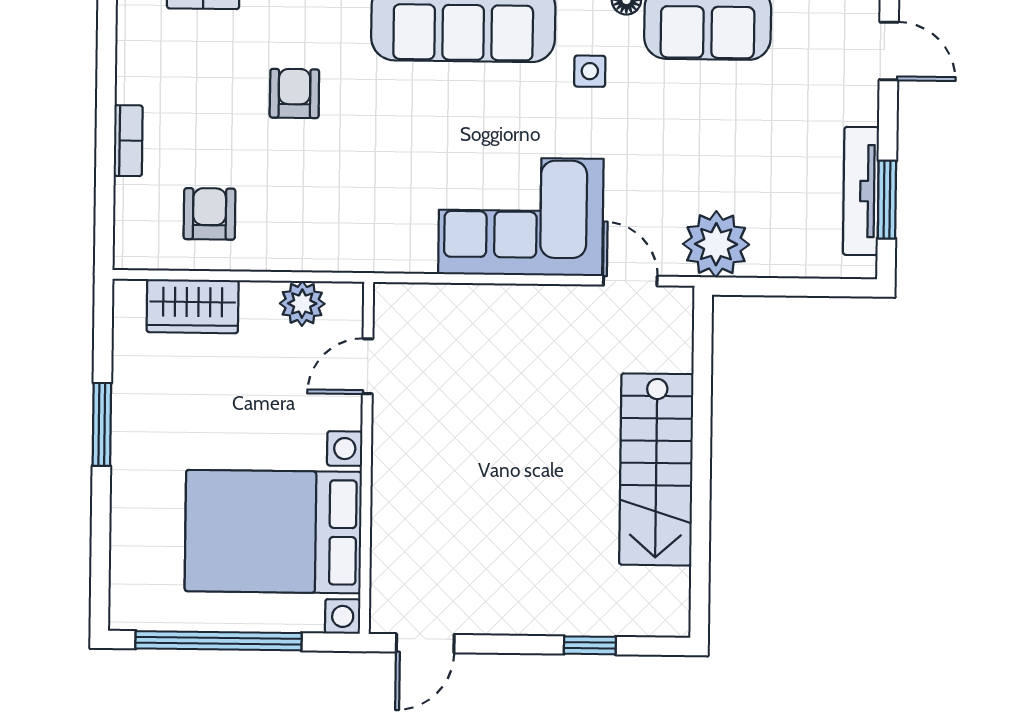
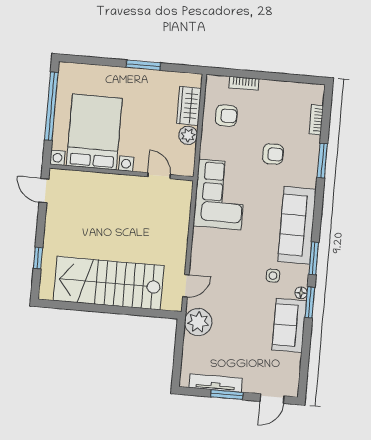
bookcase: (128, 141) -> (244, 83), moved
window: (887, 200) -> (227, 395), moved
corner sofa: (521, 217) -> (220, 195), moved
plant: (302, 304) -> (188, 135), moved
stairs: (656, 469) -> (109, 283), width x1.36, depth x1.51

